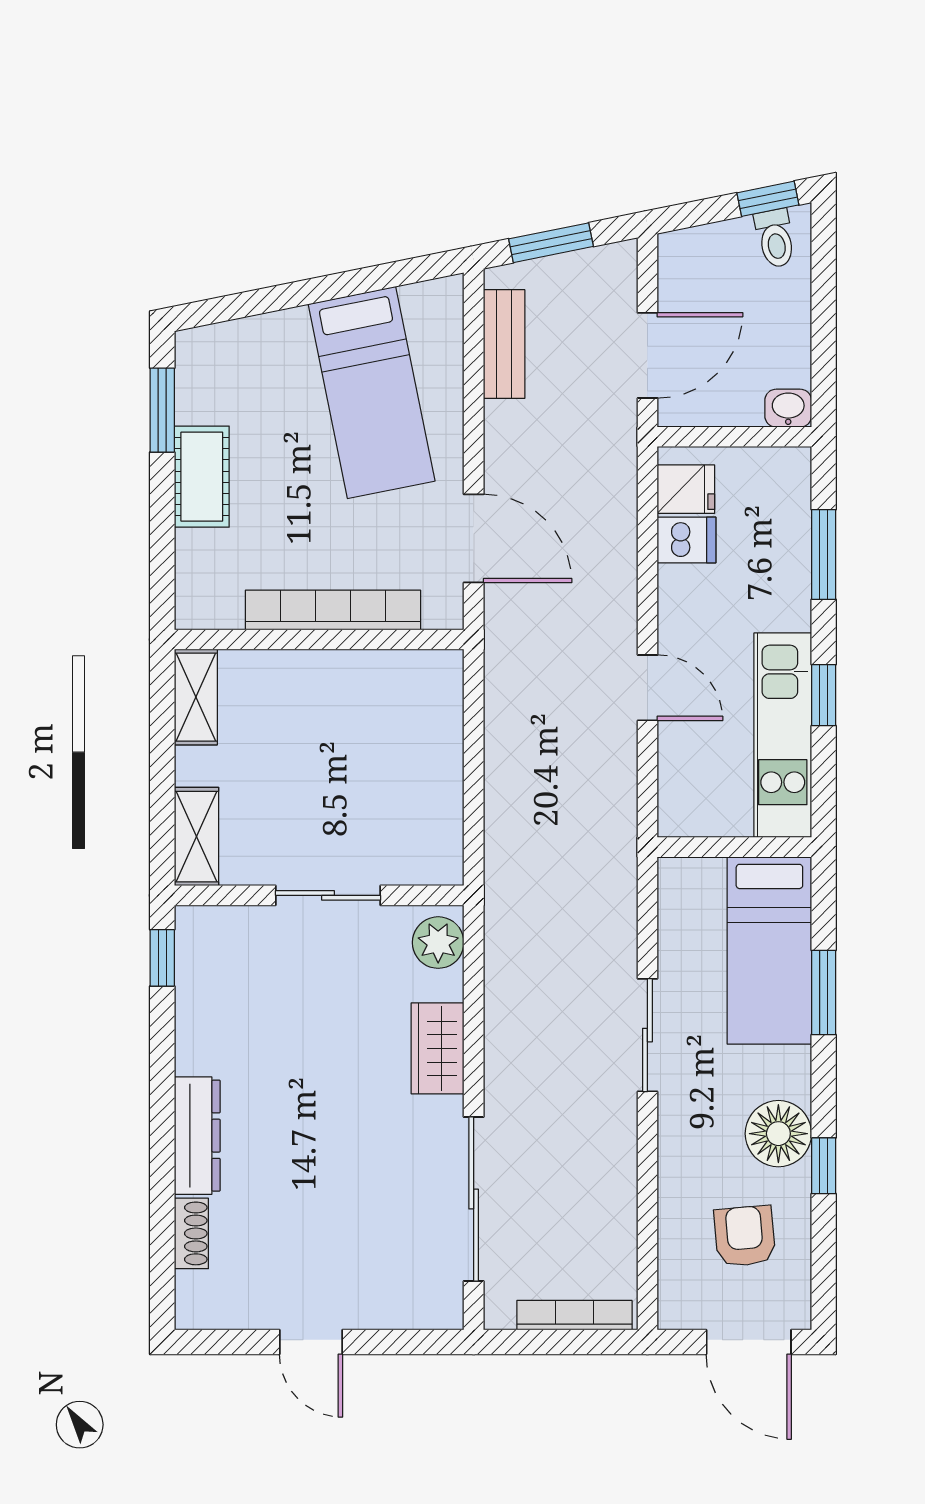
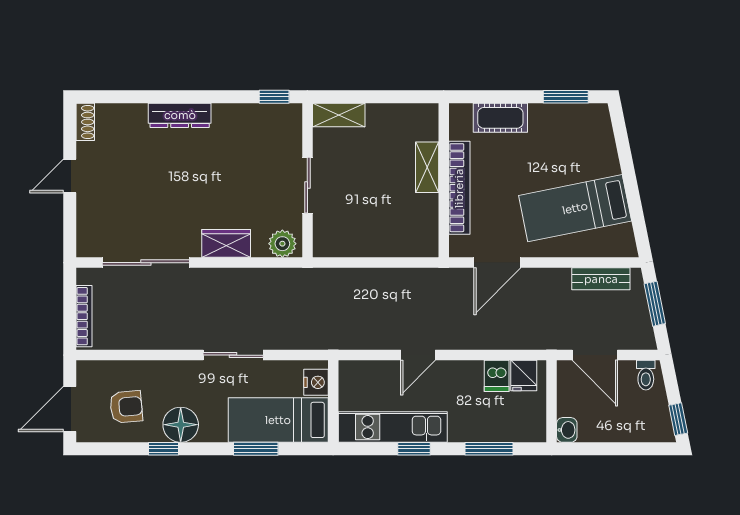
toilet: (775, 238) -> (646, 375), moved, turned -79
cot: (202, 477) -> (500, 118), moved
shelving: (196, 697) -> (427, 167), moved, turned 90
nightstand: (699, 879) -> (316, 382), added
shoe rack: (191, 1233) -> (85, 122), moved, turned -90

